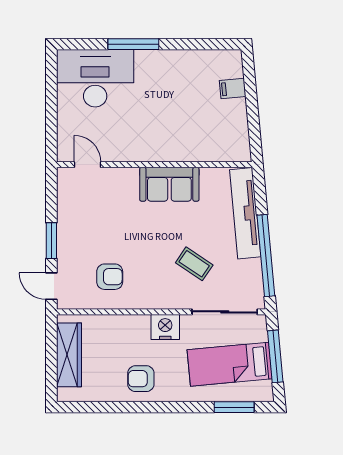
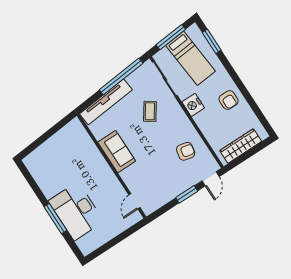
desk: (95, 78) -> (76, 211), moved
filing cabinet: (233, 88) -> (45, 151), removed
armchair: (110, 277) -> (186, 151), turned 102

